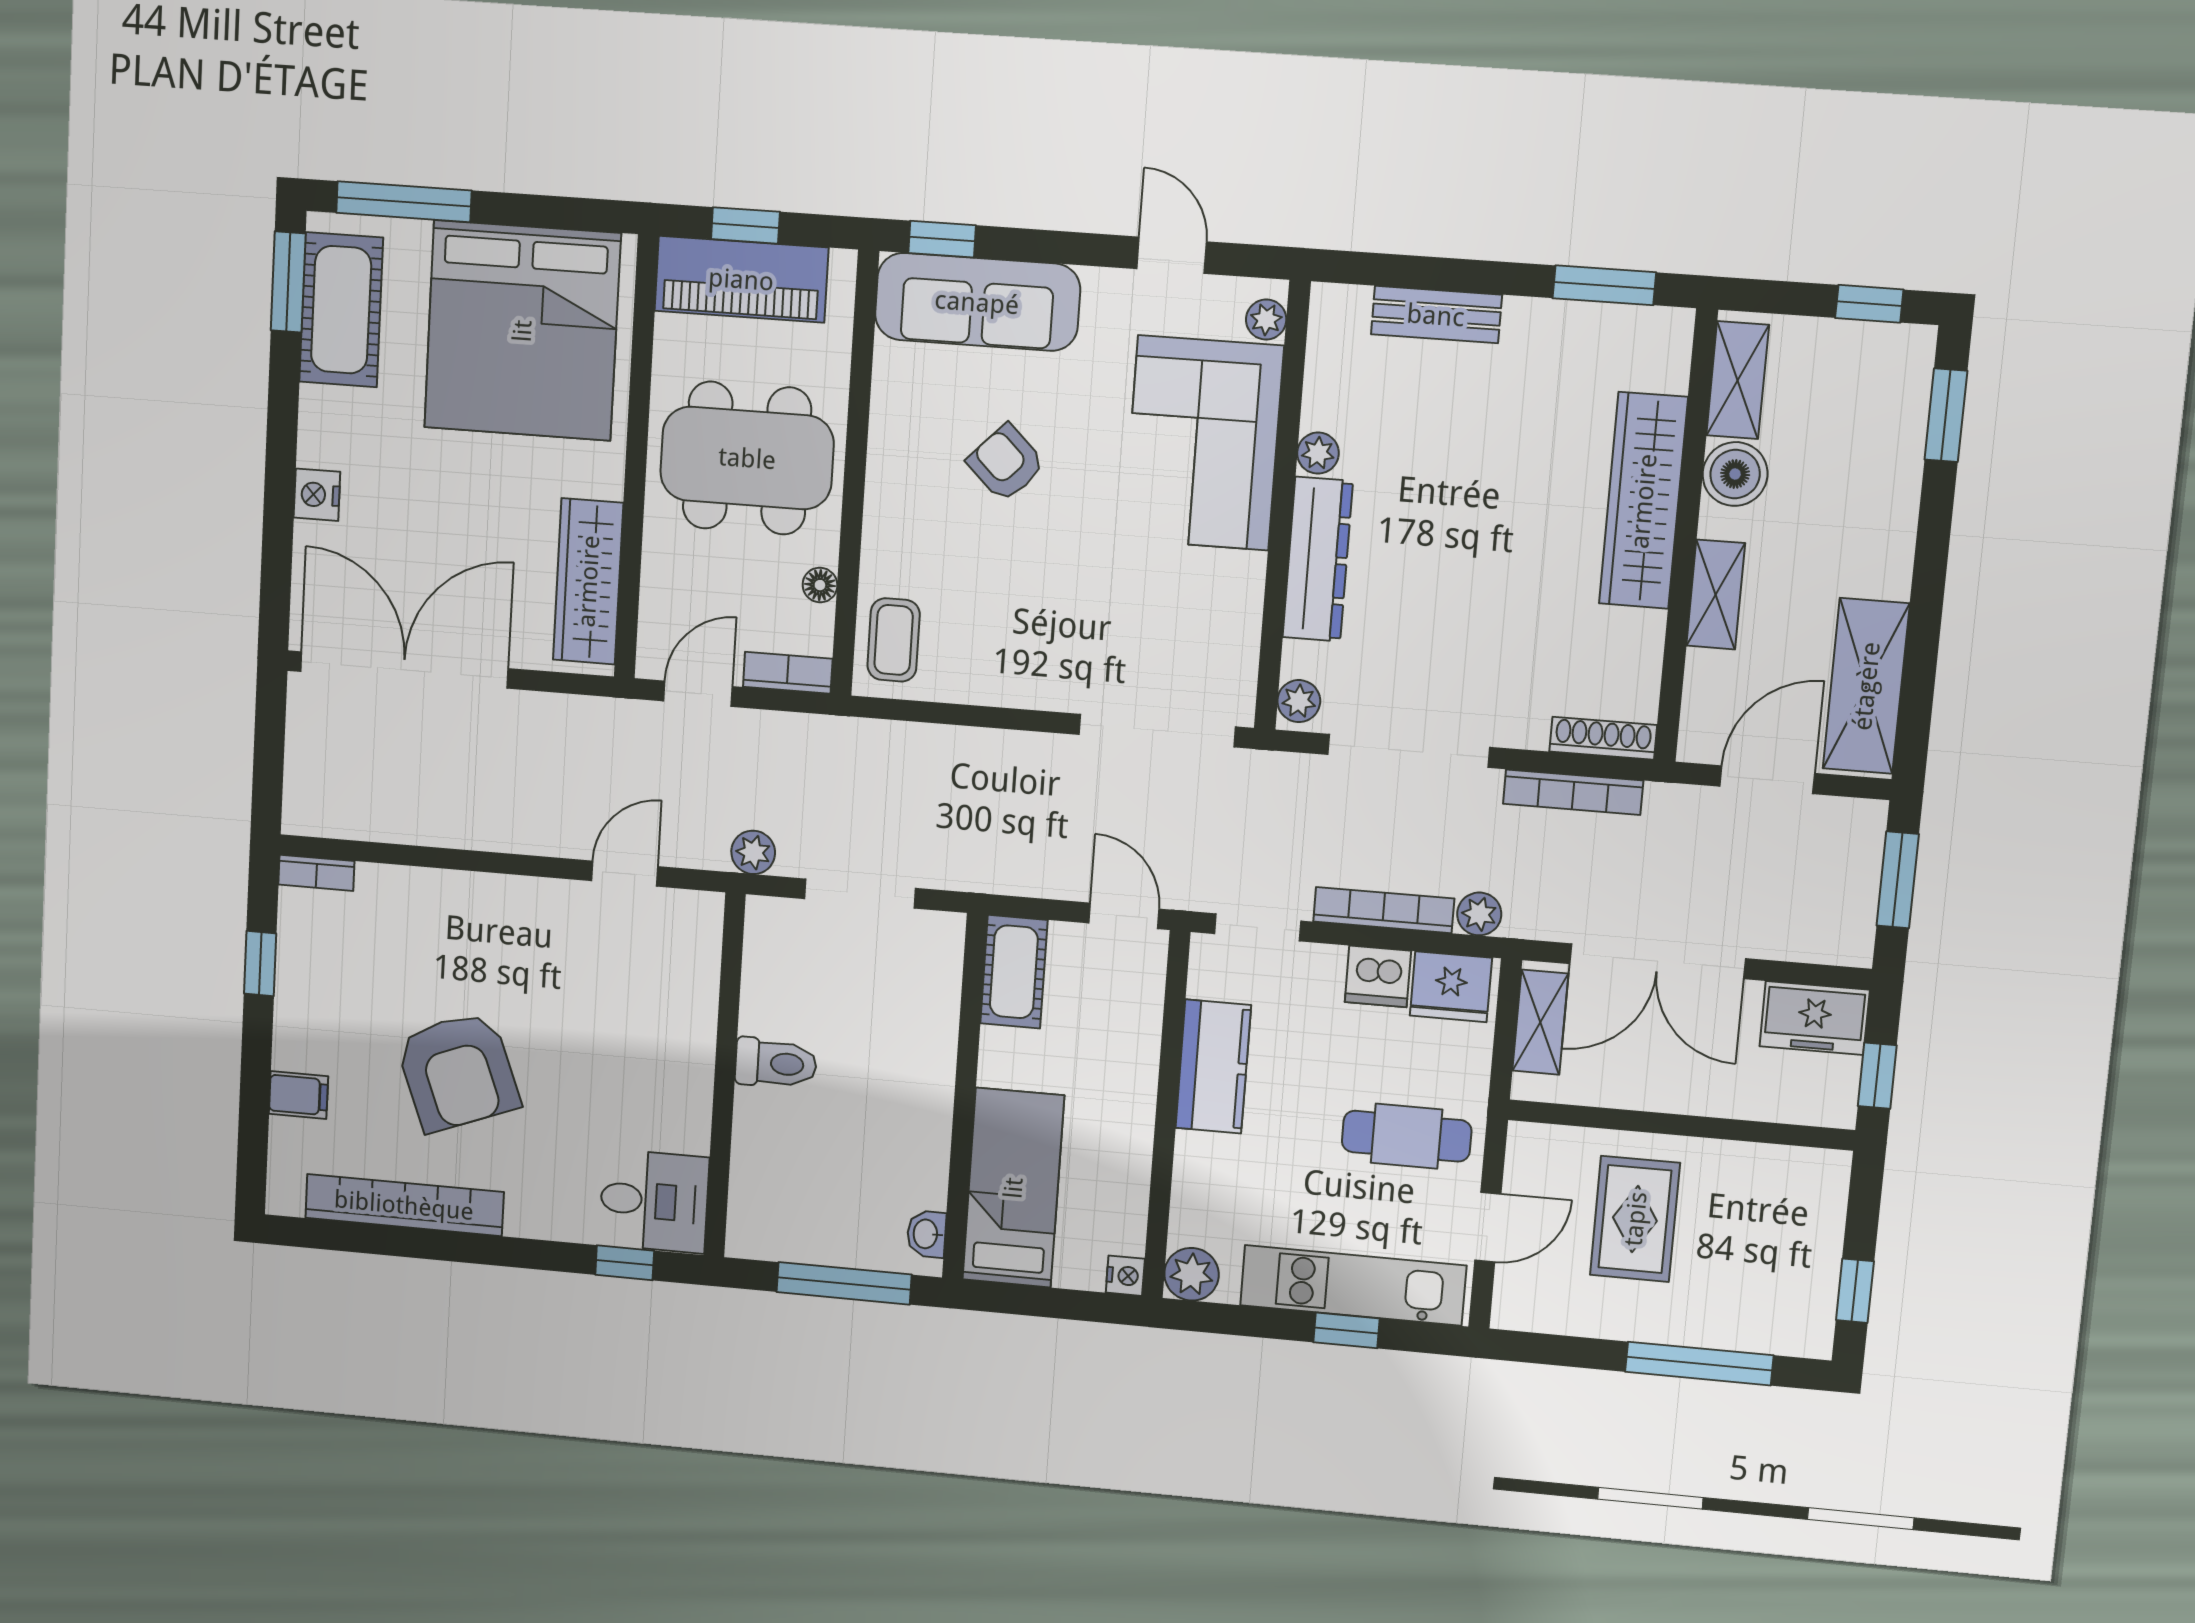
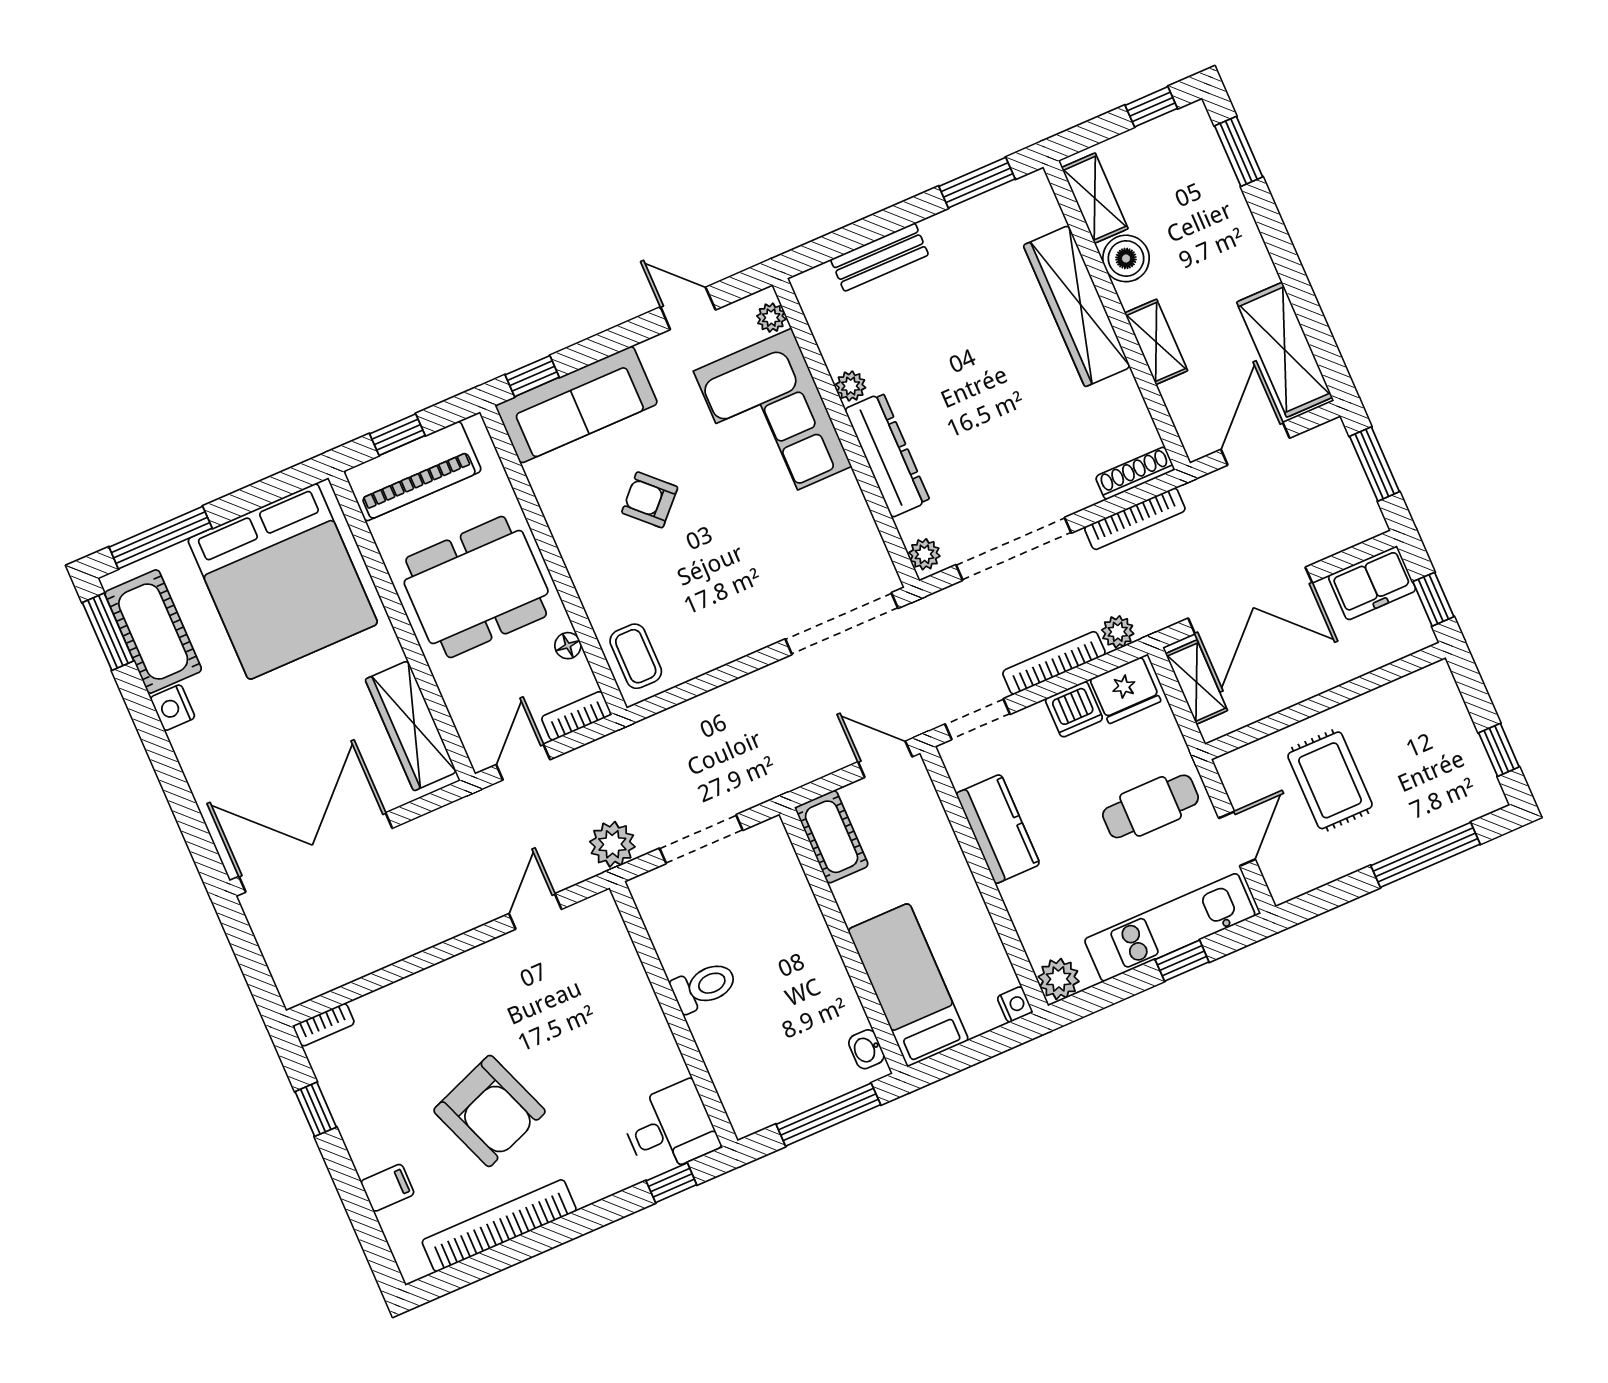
nightstand: (317, 495) -> (173, 708), moved
plant: (753, 852) -> (612, 844), width x1.38, depth x1.38

